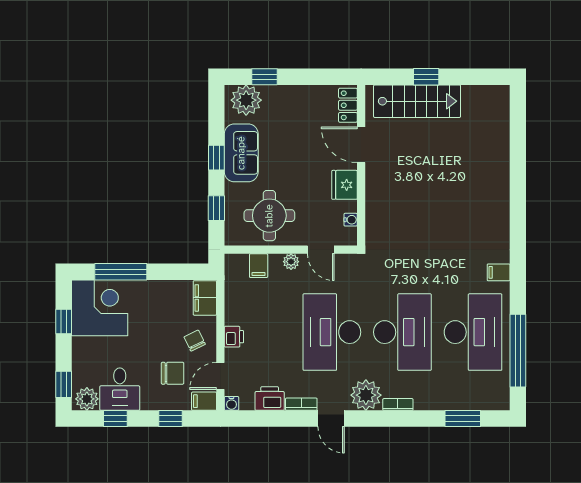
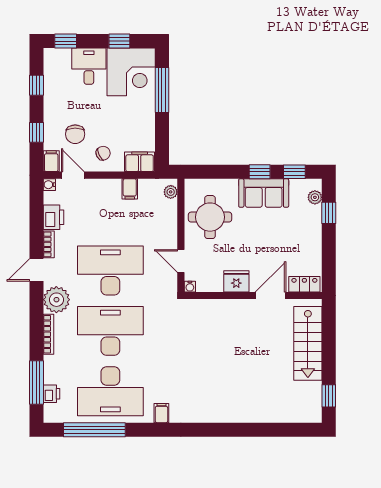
window: (426, 77) -> (329, 396), moved
plant: (246, 100) -> (315, 197), width x0.53, depth x0.53
window: (216, 208) -> (294, 172), moved
water cooler: (351, 220) -> (190, 287), moved
door: (321, 250) -> (181, 261), hinge flipped
plant: (291, 262) -> (171, 192), moved
filing cabinet: (259, 266) -> (130, 189), moved, turned -90
desk: (402, 332) -> (110, 331), turned 180
printer: (234, 337) -> (51, 394), moved, turned -90
desk: (120, 389) -> (89, 66), moved, turned 90
plant: (87, 399) -> (53, 61), removed
bookcase: (398, 404) -> (48, 334), width x1.56
window: (463, 419) -> (36, 382), width x1.44

